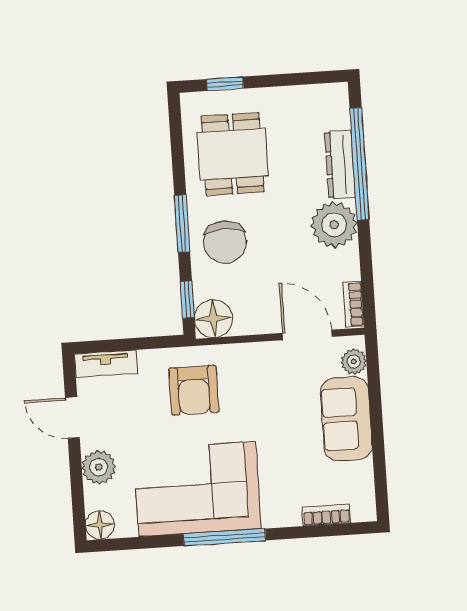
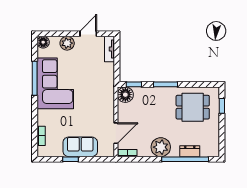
dresser: (340, 165) -> (190, 151), width x0.70
chair: (225, 242) -> (157, 102), removed
plant: (354, 362) -> (104, 152), removed
armchair: (194, 390) -> (96, 85), removed
window: (378, 440) -> (70, 159), added
window: (225, 537) -> (35, 78), moved

